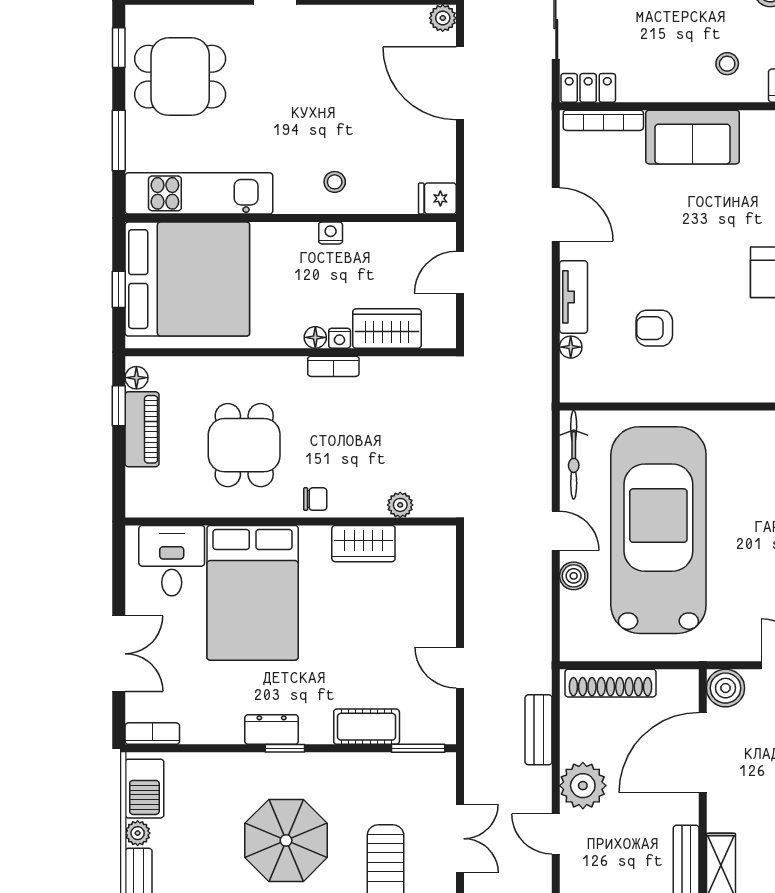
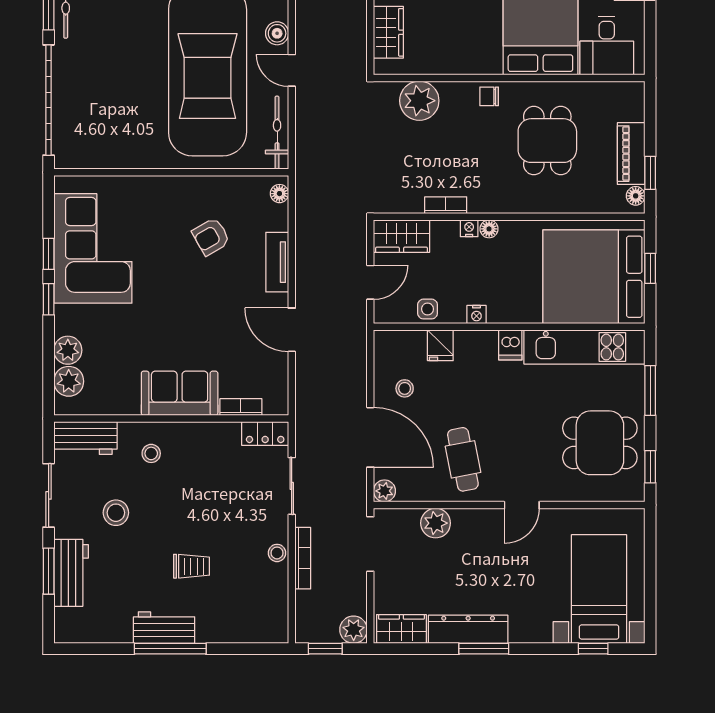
cafe table: (347, 57) -> (463, 459), added
bookcase: (603, 120) -> (241, 407), width x0.64
stool: (335, 182) -> (405, 388), moved
dishwasher: (289, 196) -> (510, 345), added
fridge: (437, 198) -> (440, 345), moved, turned 90
side table: (390, 240) -> (428, 309), added
armchair: (654, 328) -> (211, 237), turned 150
wardrobe: (387, 329) -> (401, 236), moved
floor lamp: (571, 347) -> (279, 194), moved
bookcase: (333, 366) -> (446, 205), moved
plant: (400, 505) -> (419, 101), width x1.88, depth x1.88
wardrobe: (363, 544) -> (388, 32), moved, turned 90

